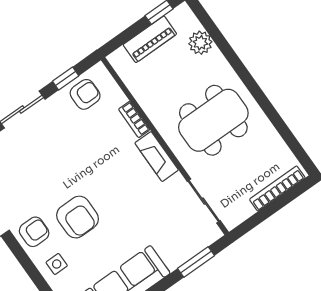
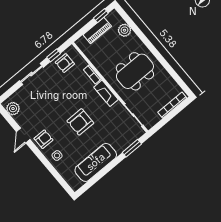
armchair: (85, 94) -> (65, 63), turned 180
armchair: (78, 217) -> (80, 122), moved, turned 90

